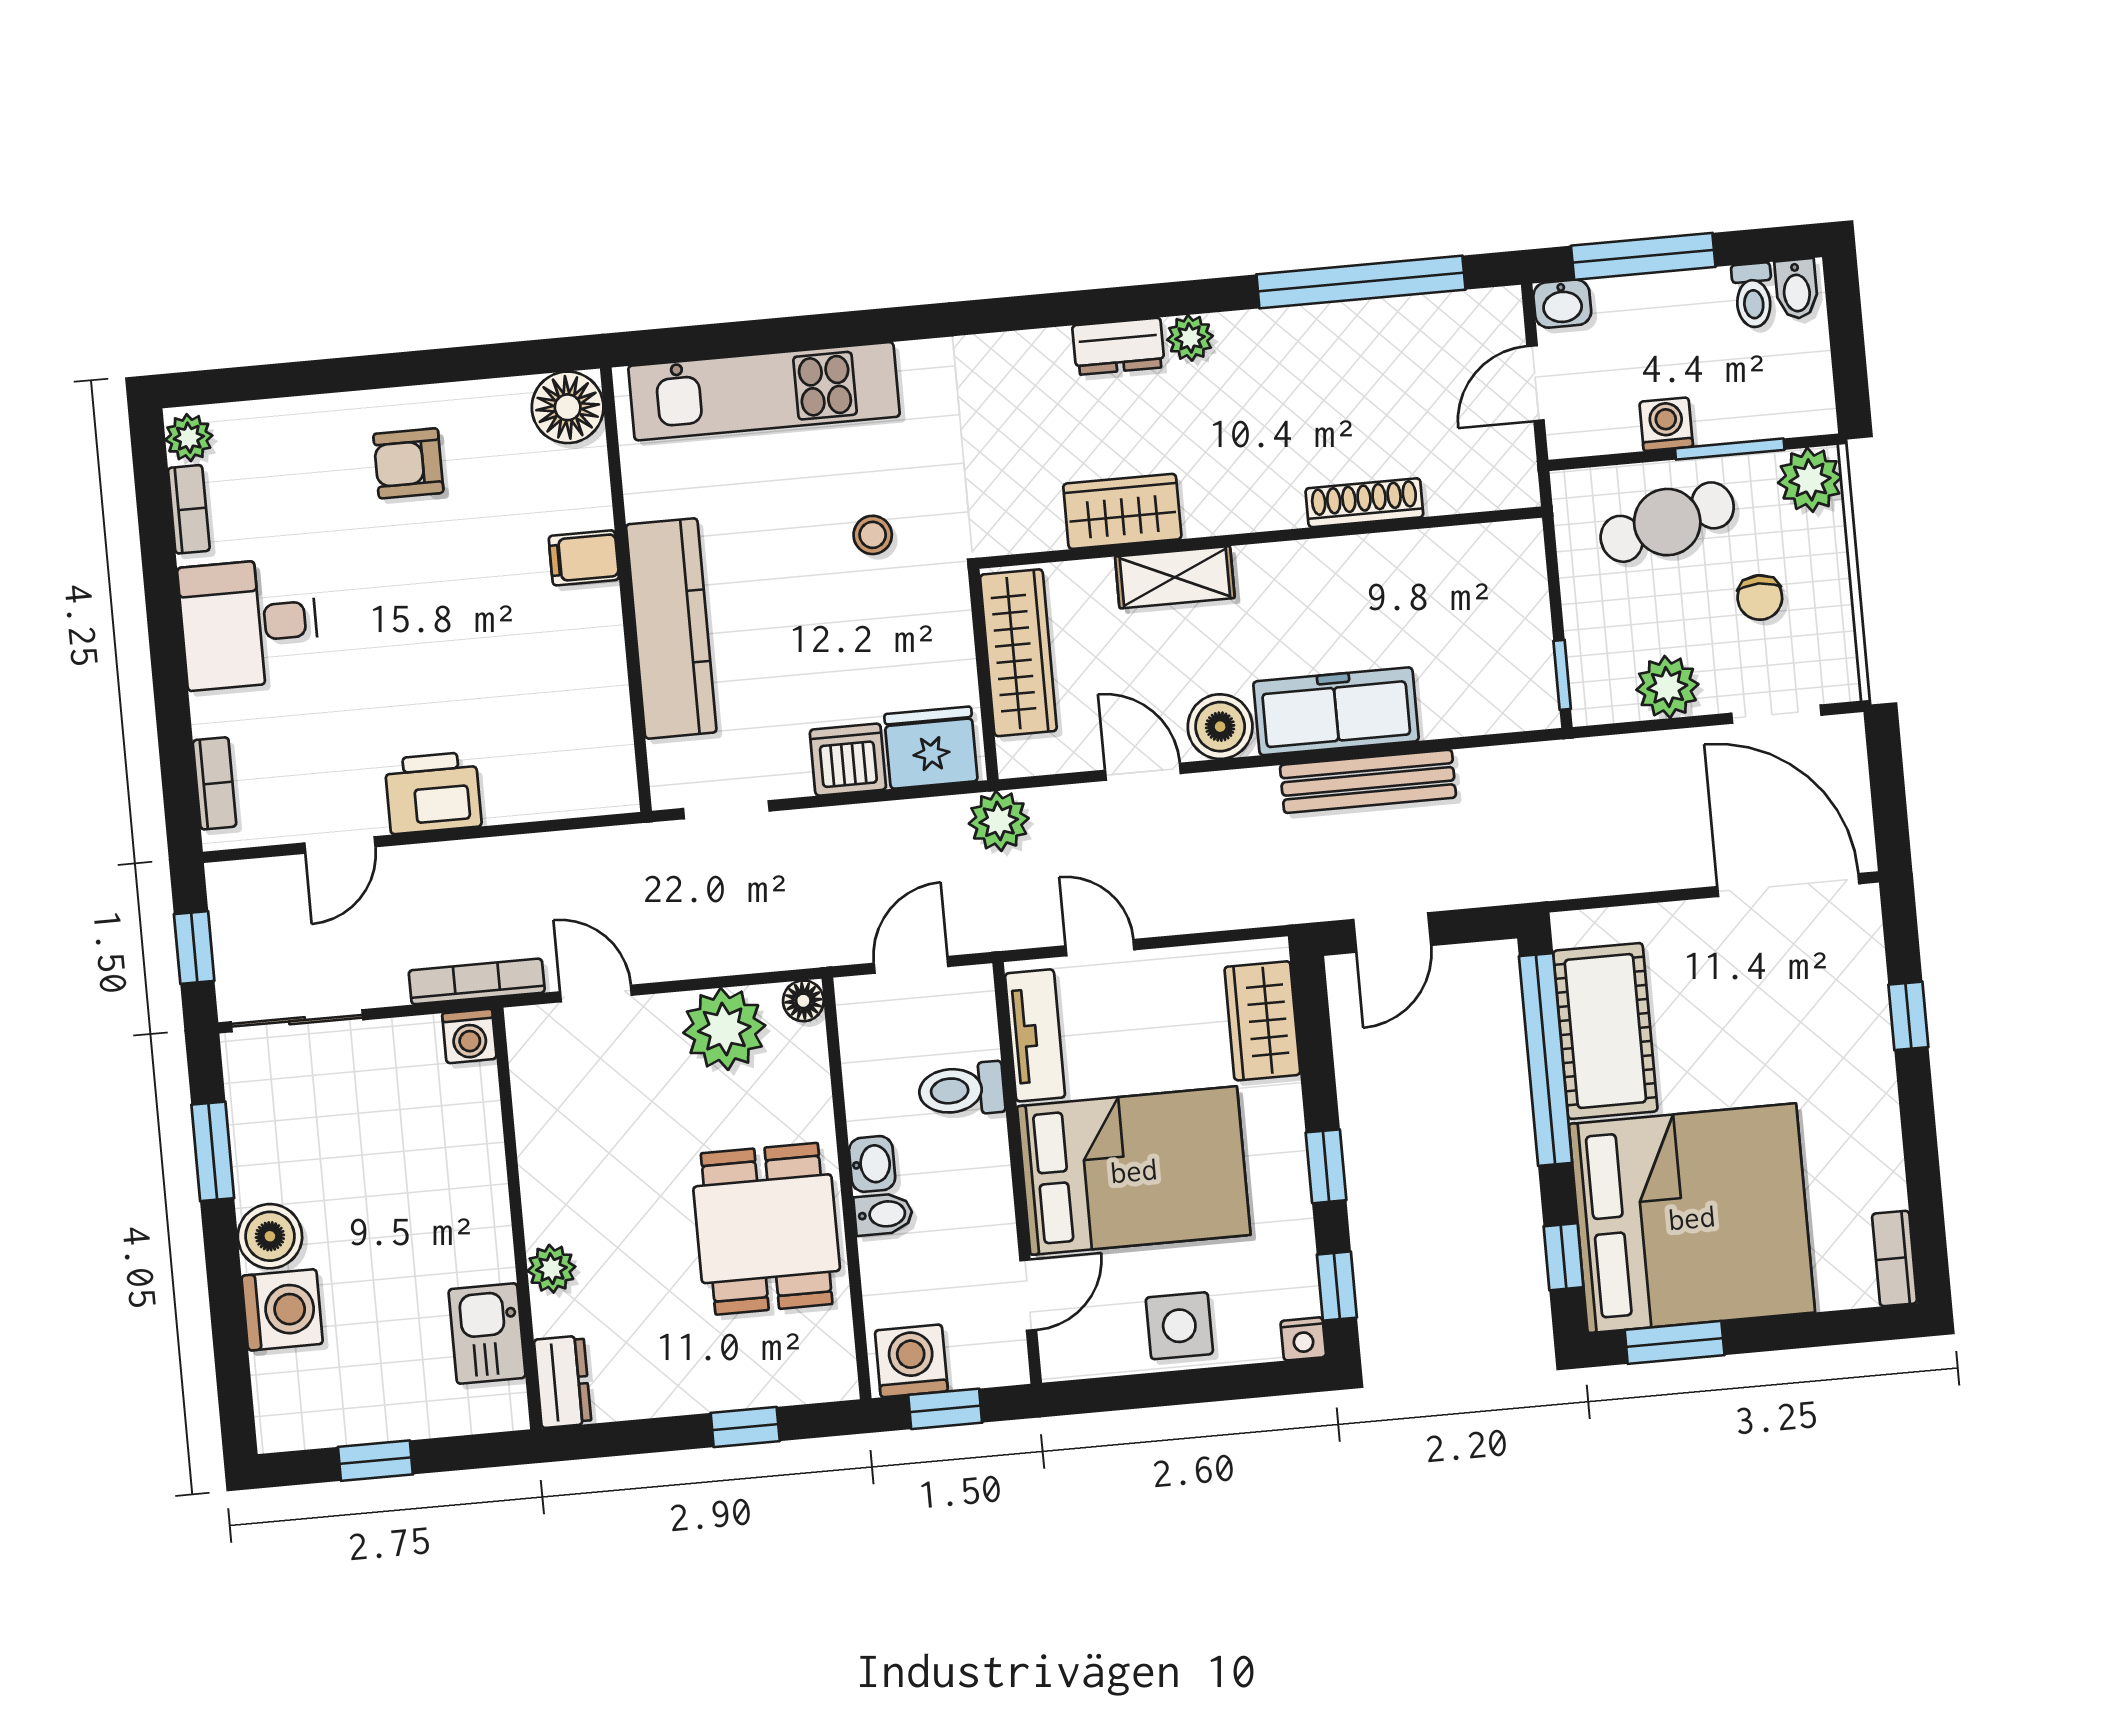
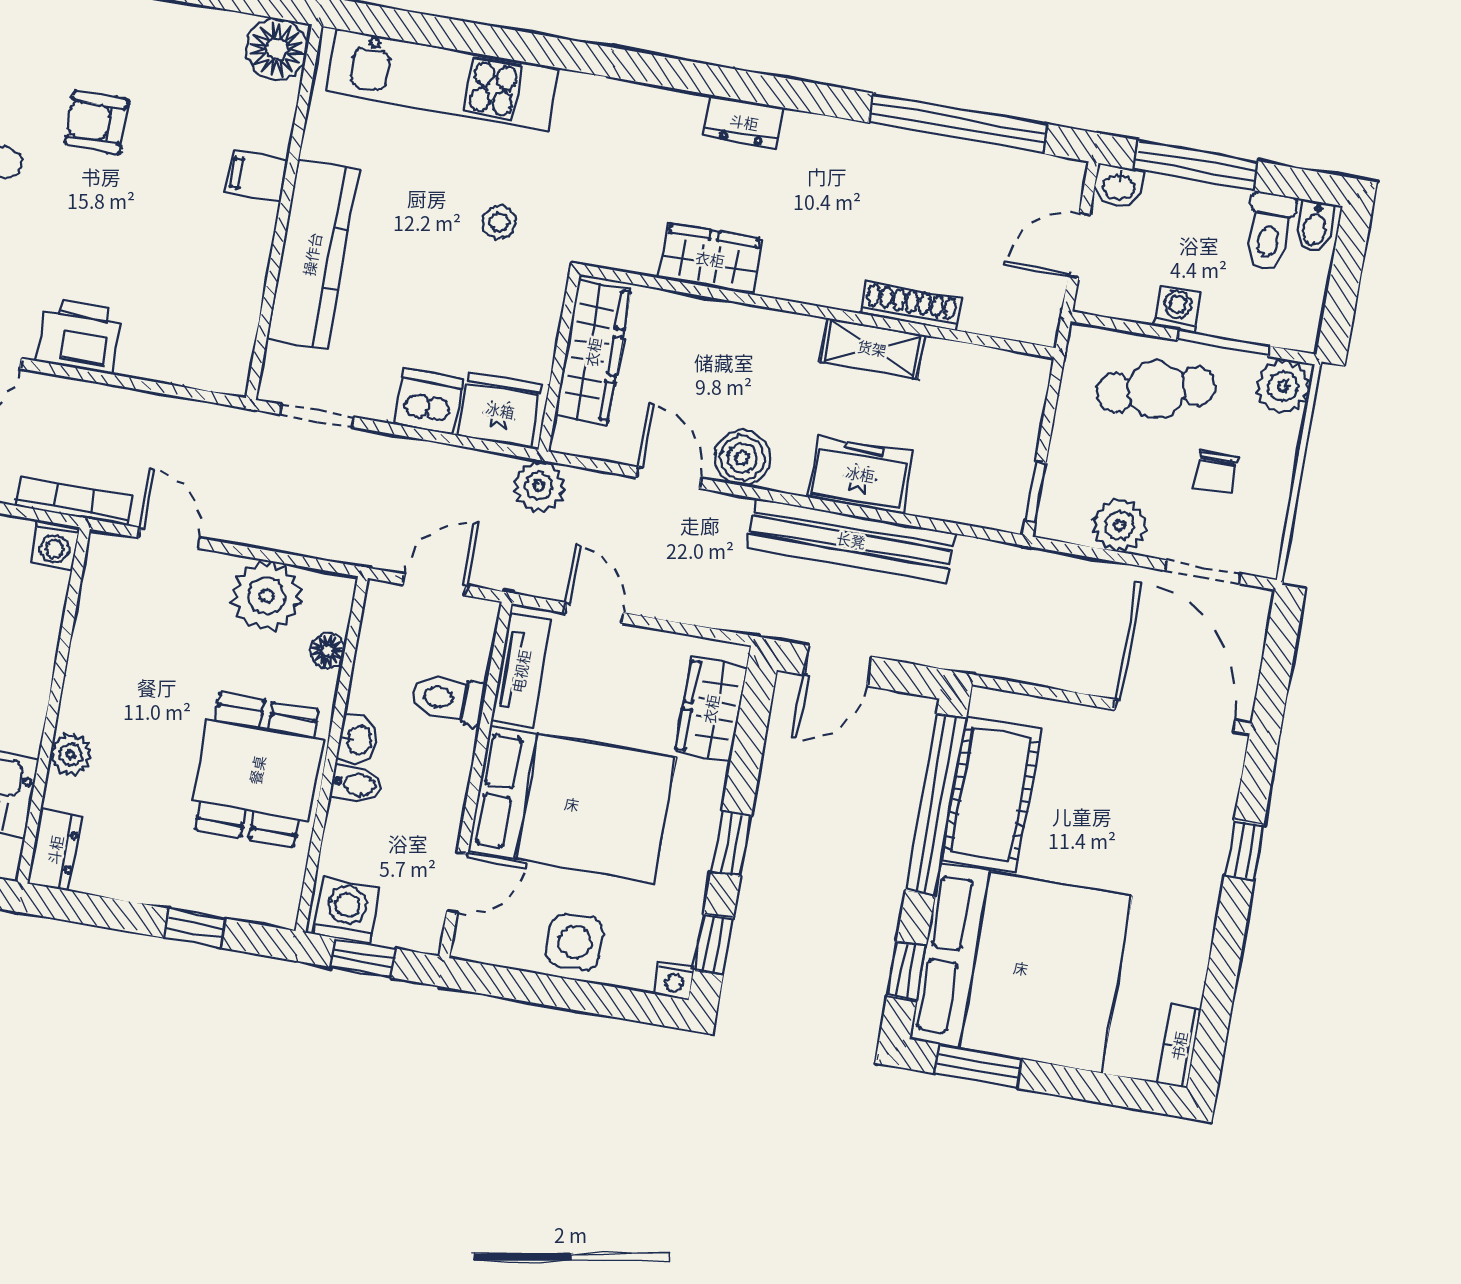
toilet: (1753, 295) -> (1270, 231), width x1.37, depth x1.39
plant: (1190, 338) -> (804, 131), removed
armchair: (408, 463) -> (97, 122), moved
shelving: (1175, 577) -> (872, 348), moved
freezer: (1336, 711) -> (860, 474), width x0.71
bench: (1368, 781) -> (851, 540), width x1.37, depth x1.21
floor lamp: (803, 1001) -> (327, 651), moved

